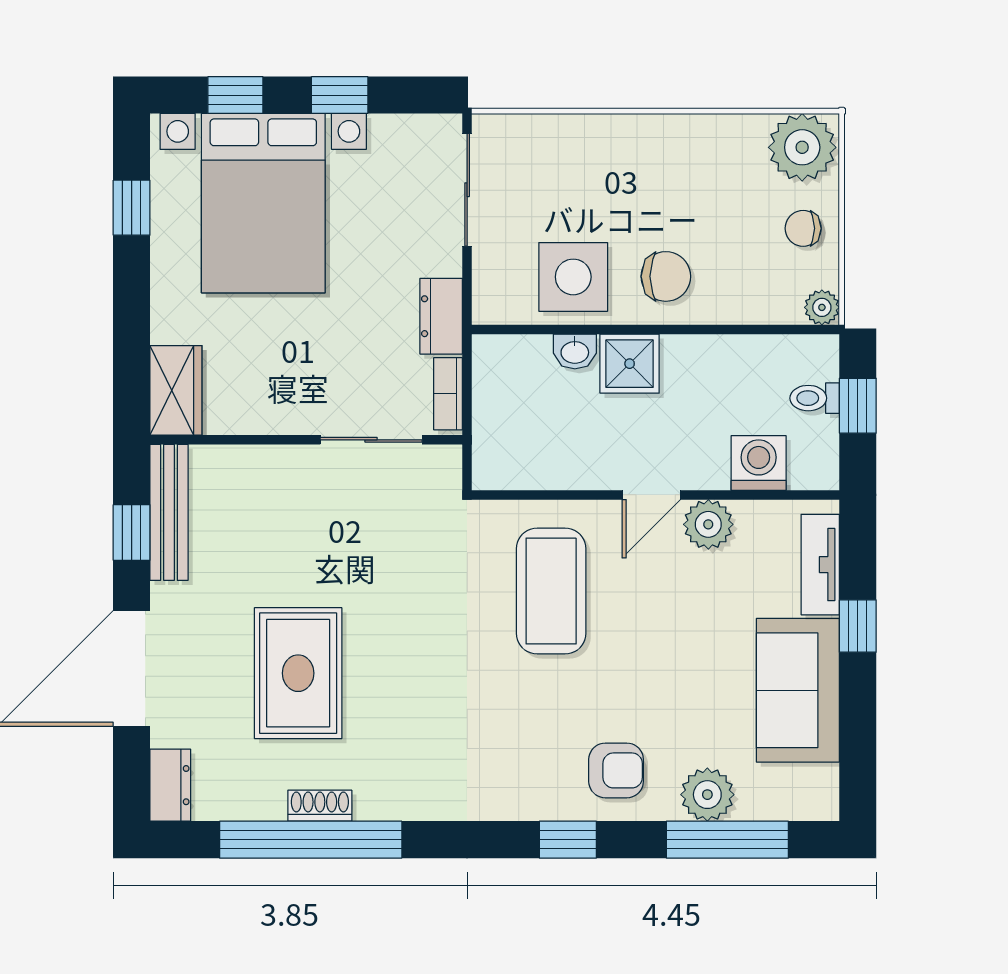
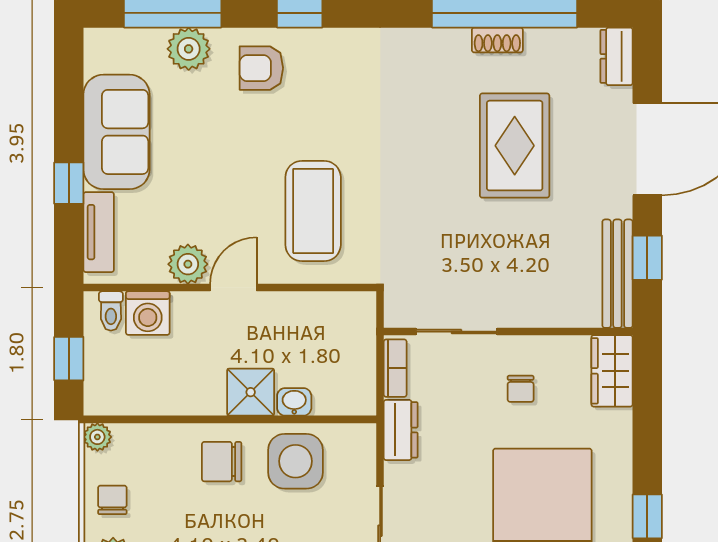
chair: (803, 228) -> (112, 500), turned -90
chair: (291, 368) -> (521, 389), added
toilet: (815, 398) -> (111, 311), moved, turned 90

